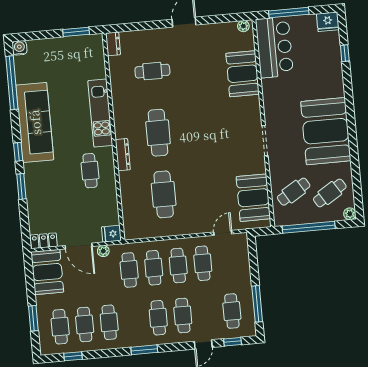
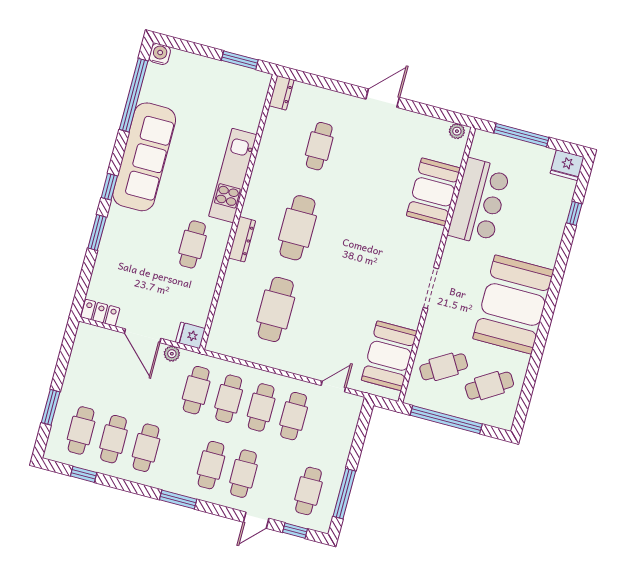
bar counter: (274, 47) -> (479, 202), moved
cafe table: (152, 71) -> (319, 146), turned 90
plant: (350, 214) -> (505, 422), removed
booth: (47, 272) -> (90, 354), removed

